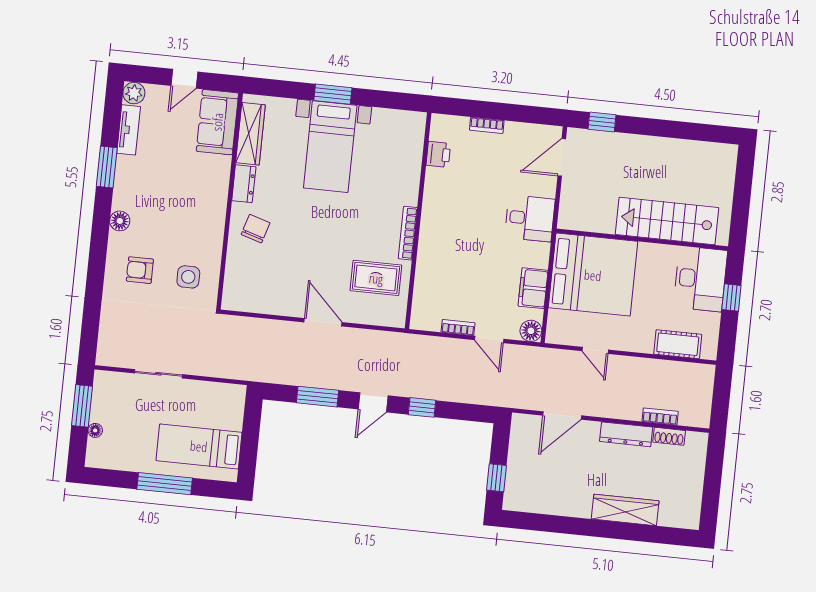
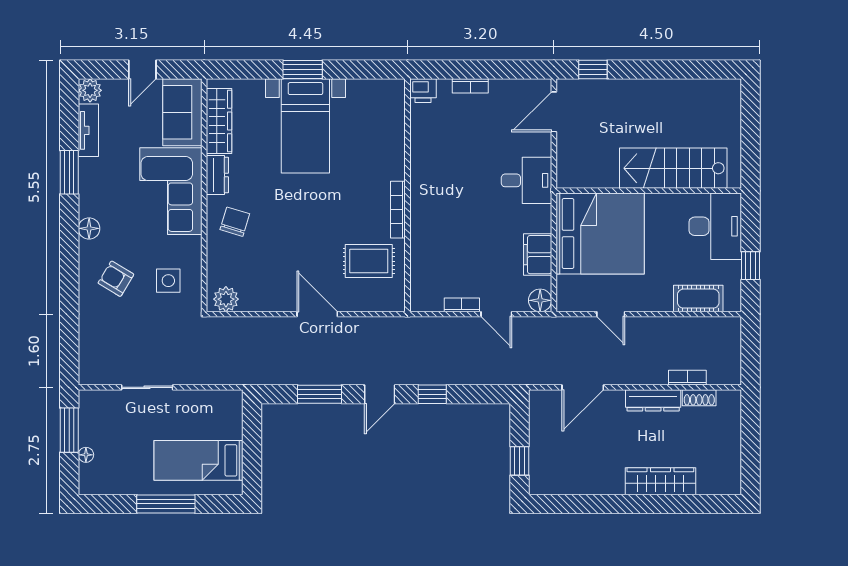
printer: (438, 154) -> (423, 91), moved, turned 90
corner sofa: (199, 194) -> (171, 191), added
armchair: (140, 270) -> (116, 279), turned 31
window: (731, 297) -> (750, 266), moved
plant: (240, 300) -> (226, 299), added

